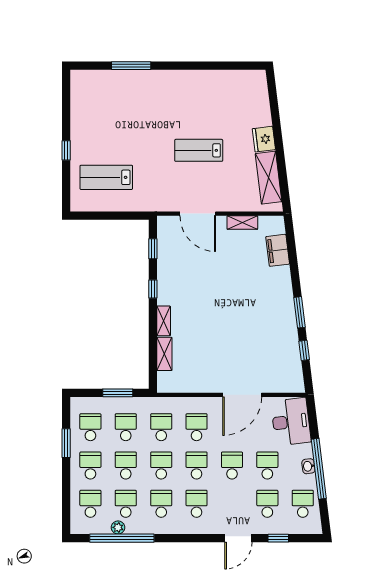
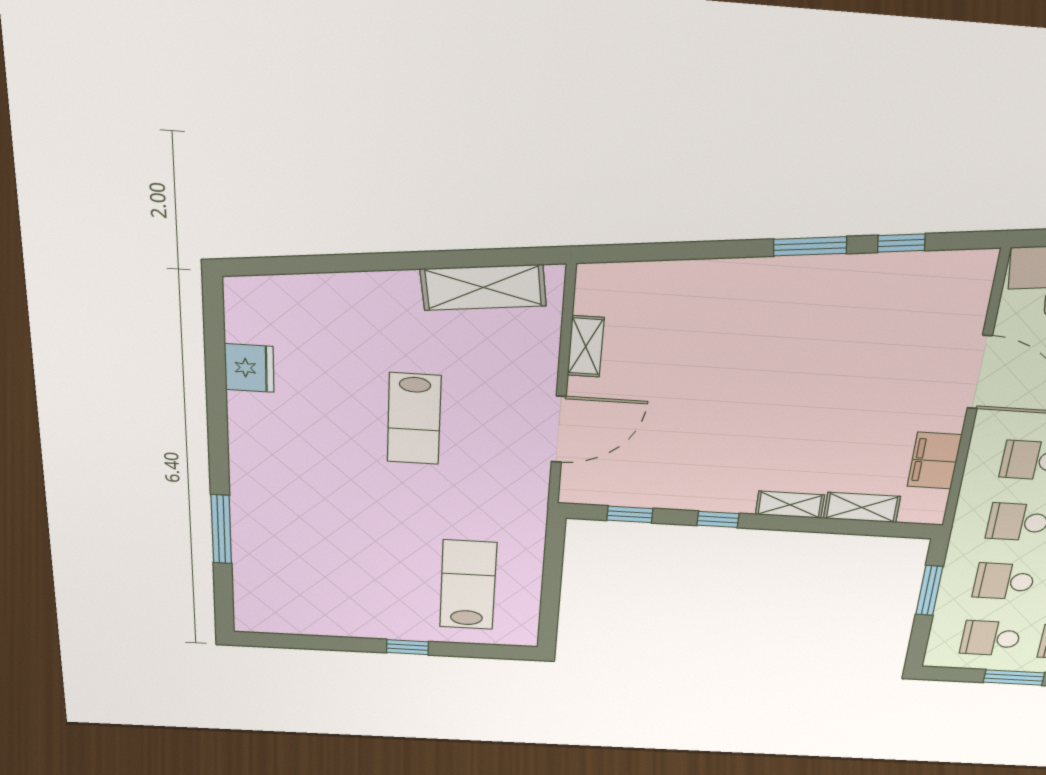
fridge: (264, 139) -> (249, 368), moved, turned -83
lab bench: (106, 177) -> (468, 585), turned 180
filing cabinet: (278, 250) -> (934, 461), moved, turned 97

